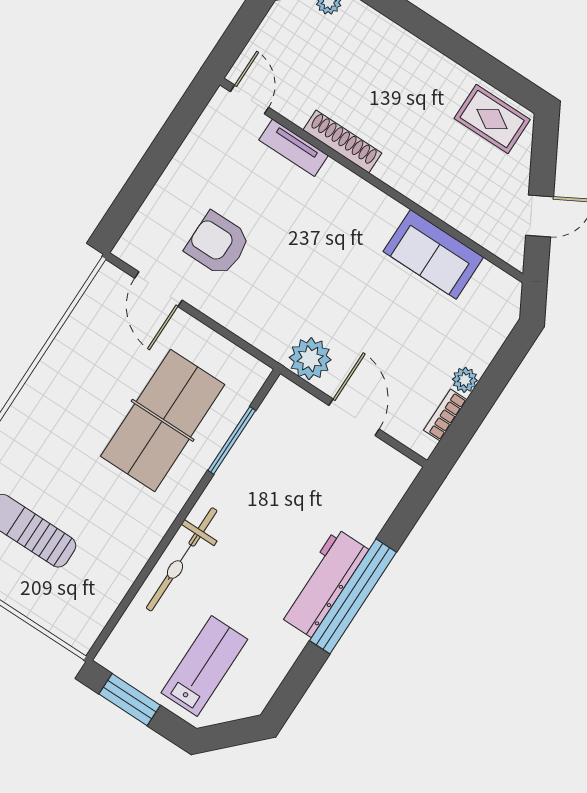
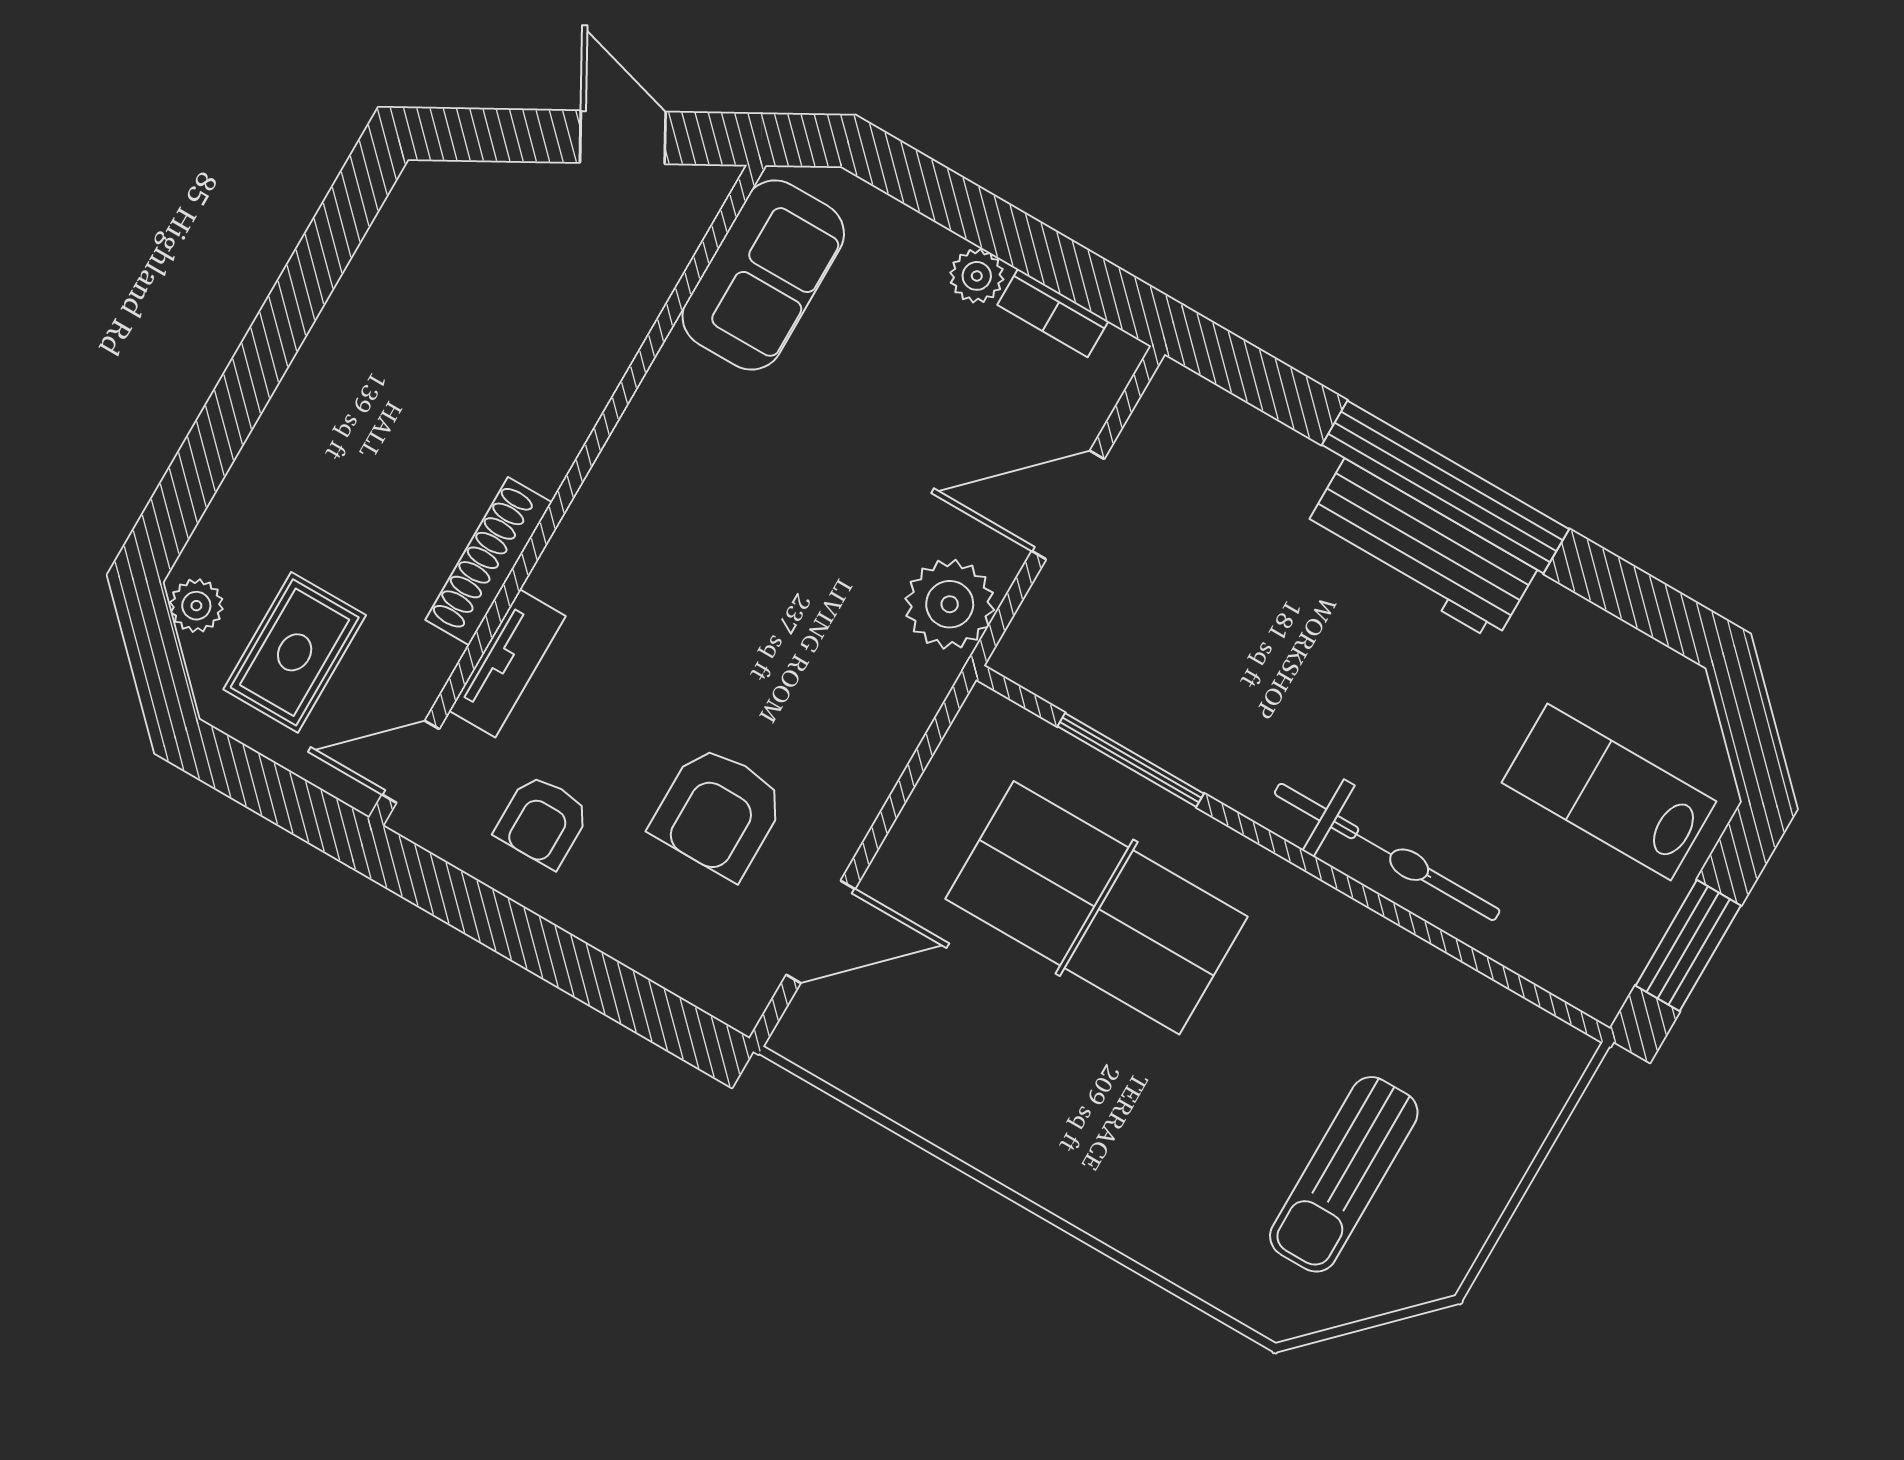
rug: (492, 119) -> (295, 652), moved
armchair: (218, 160) -> (543, 821), added
sofa: (433, 254) -> (763, 275), moved

